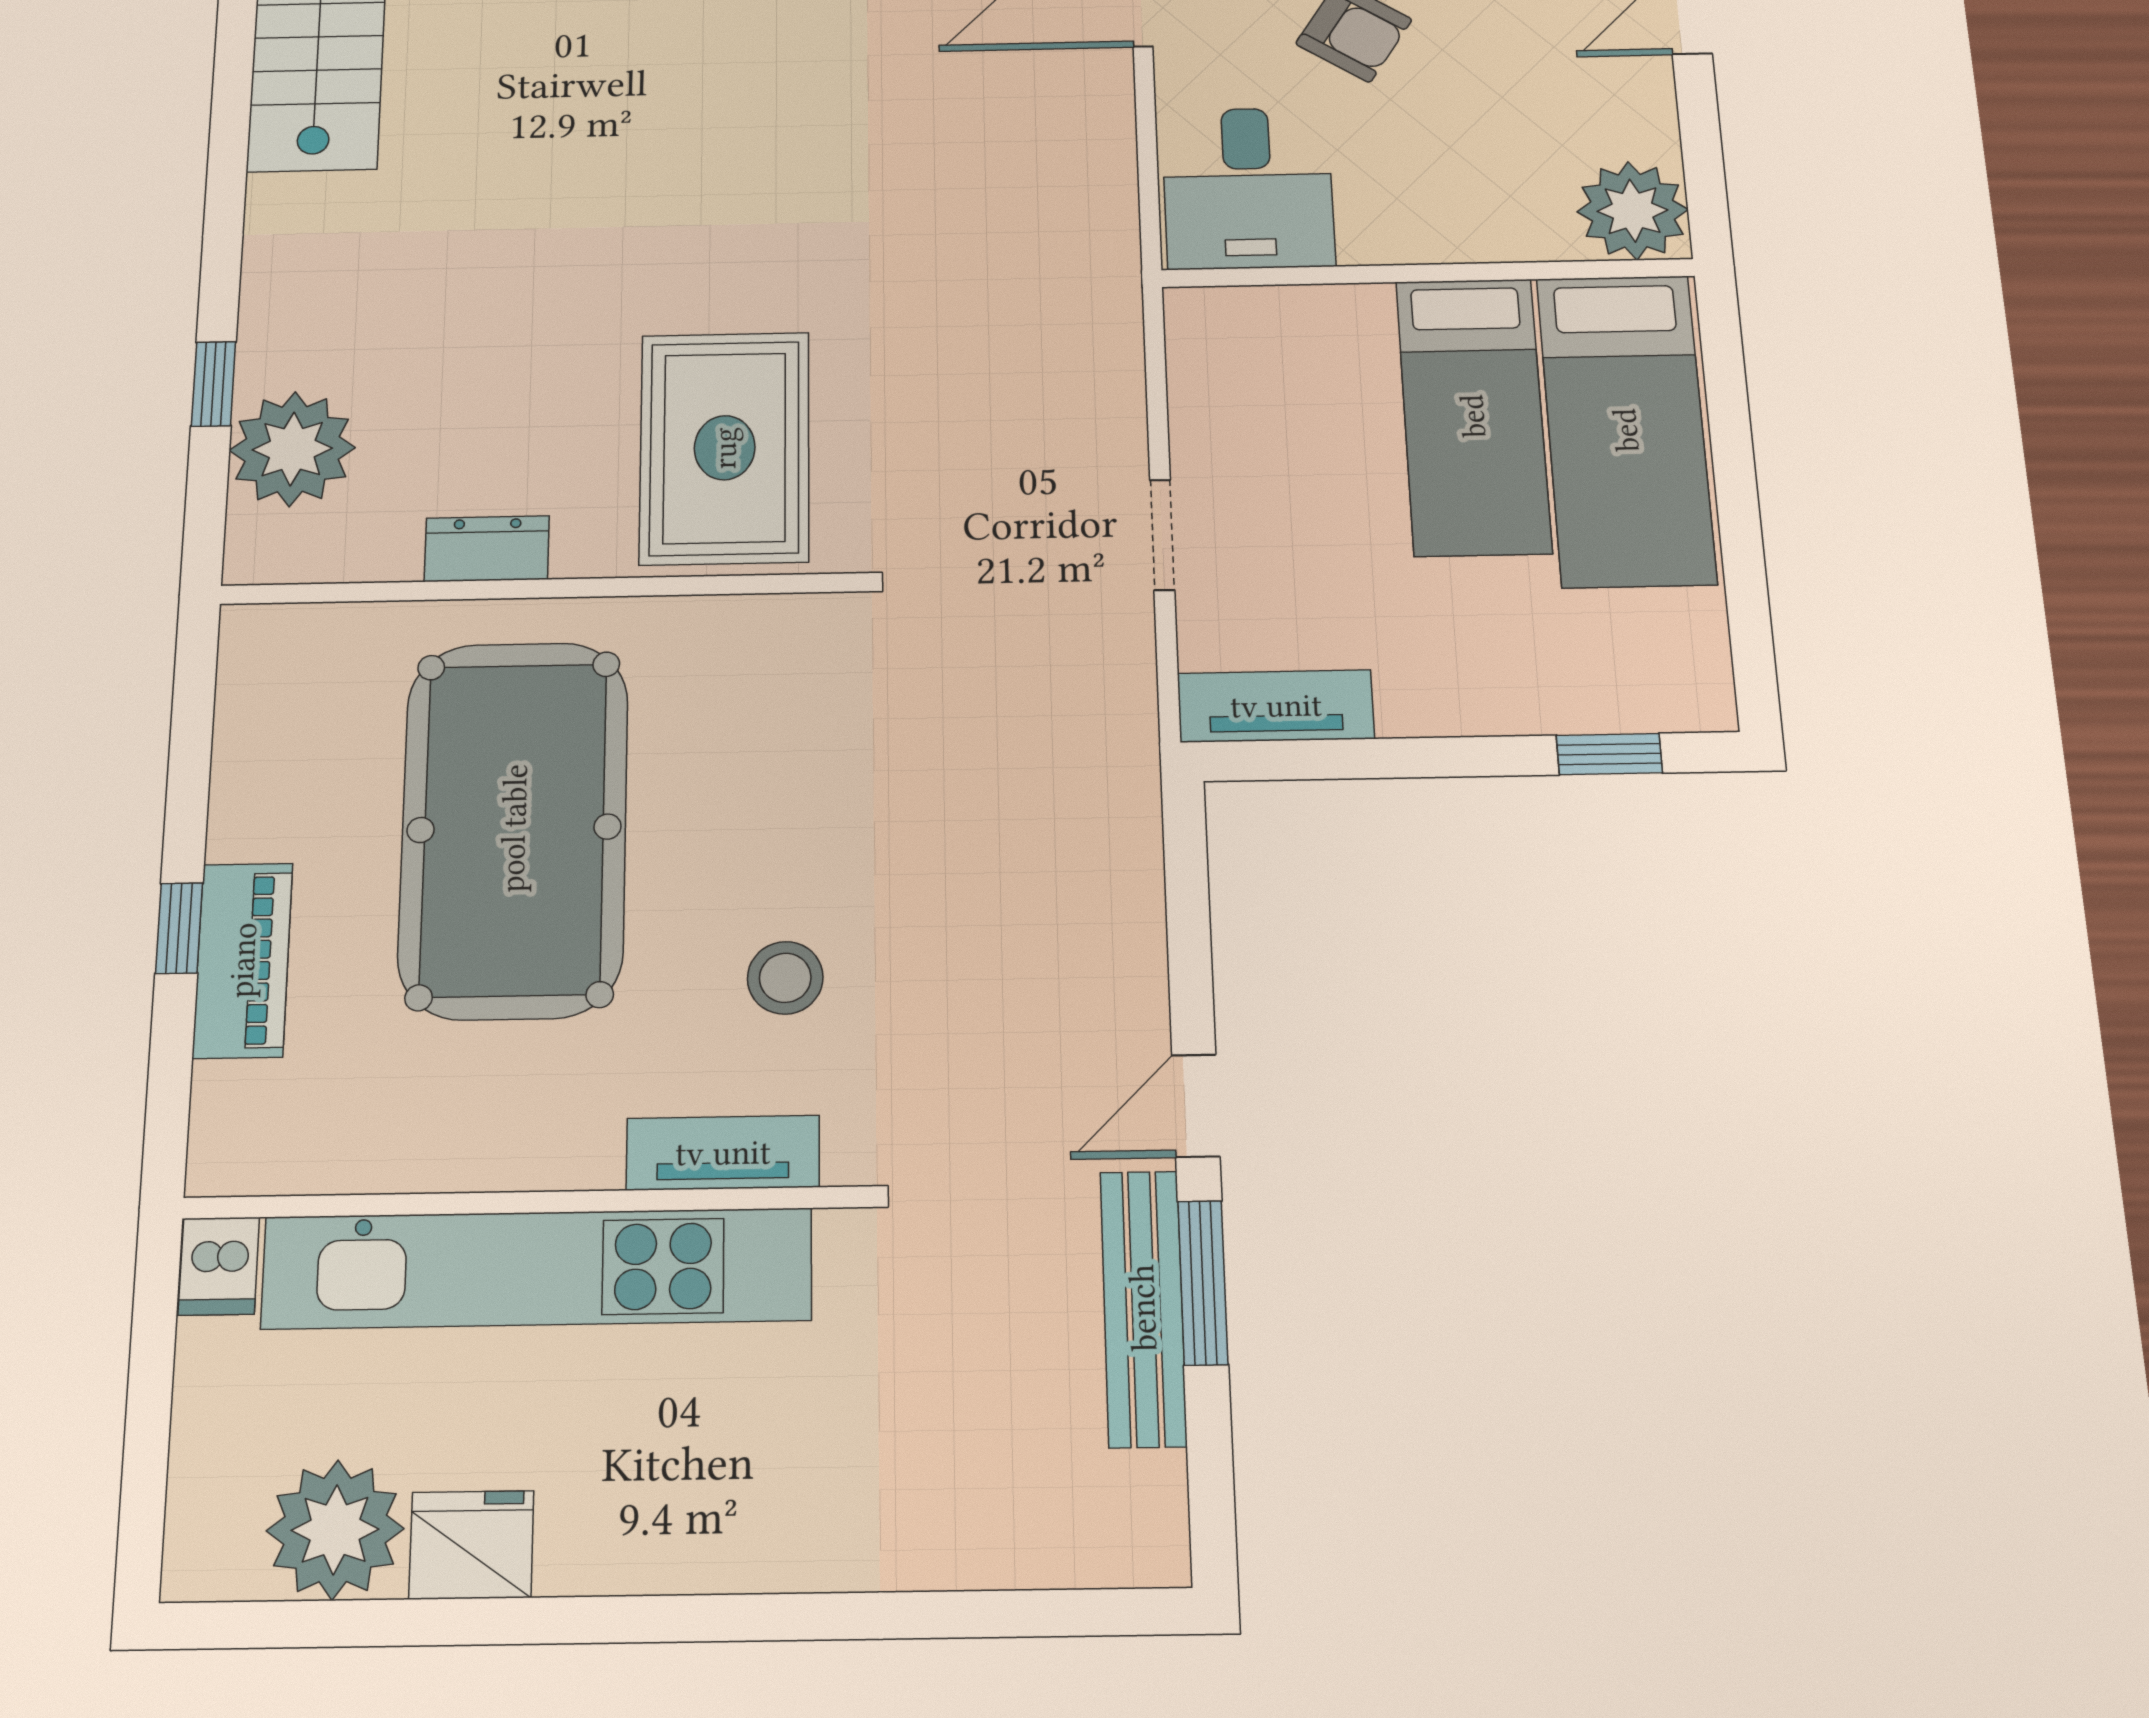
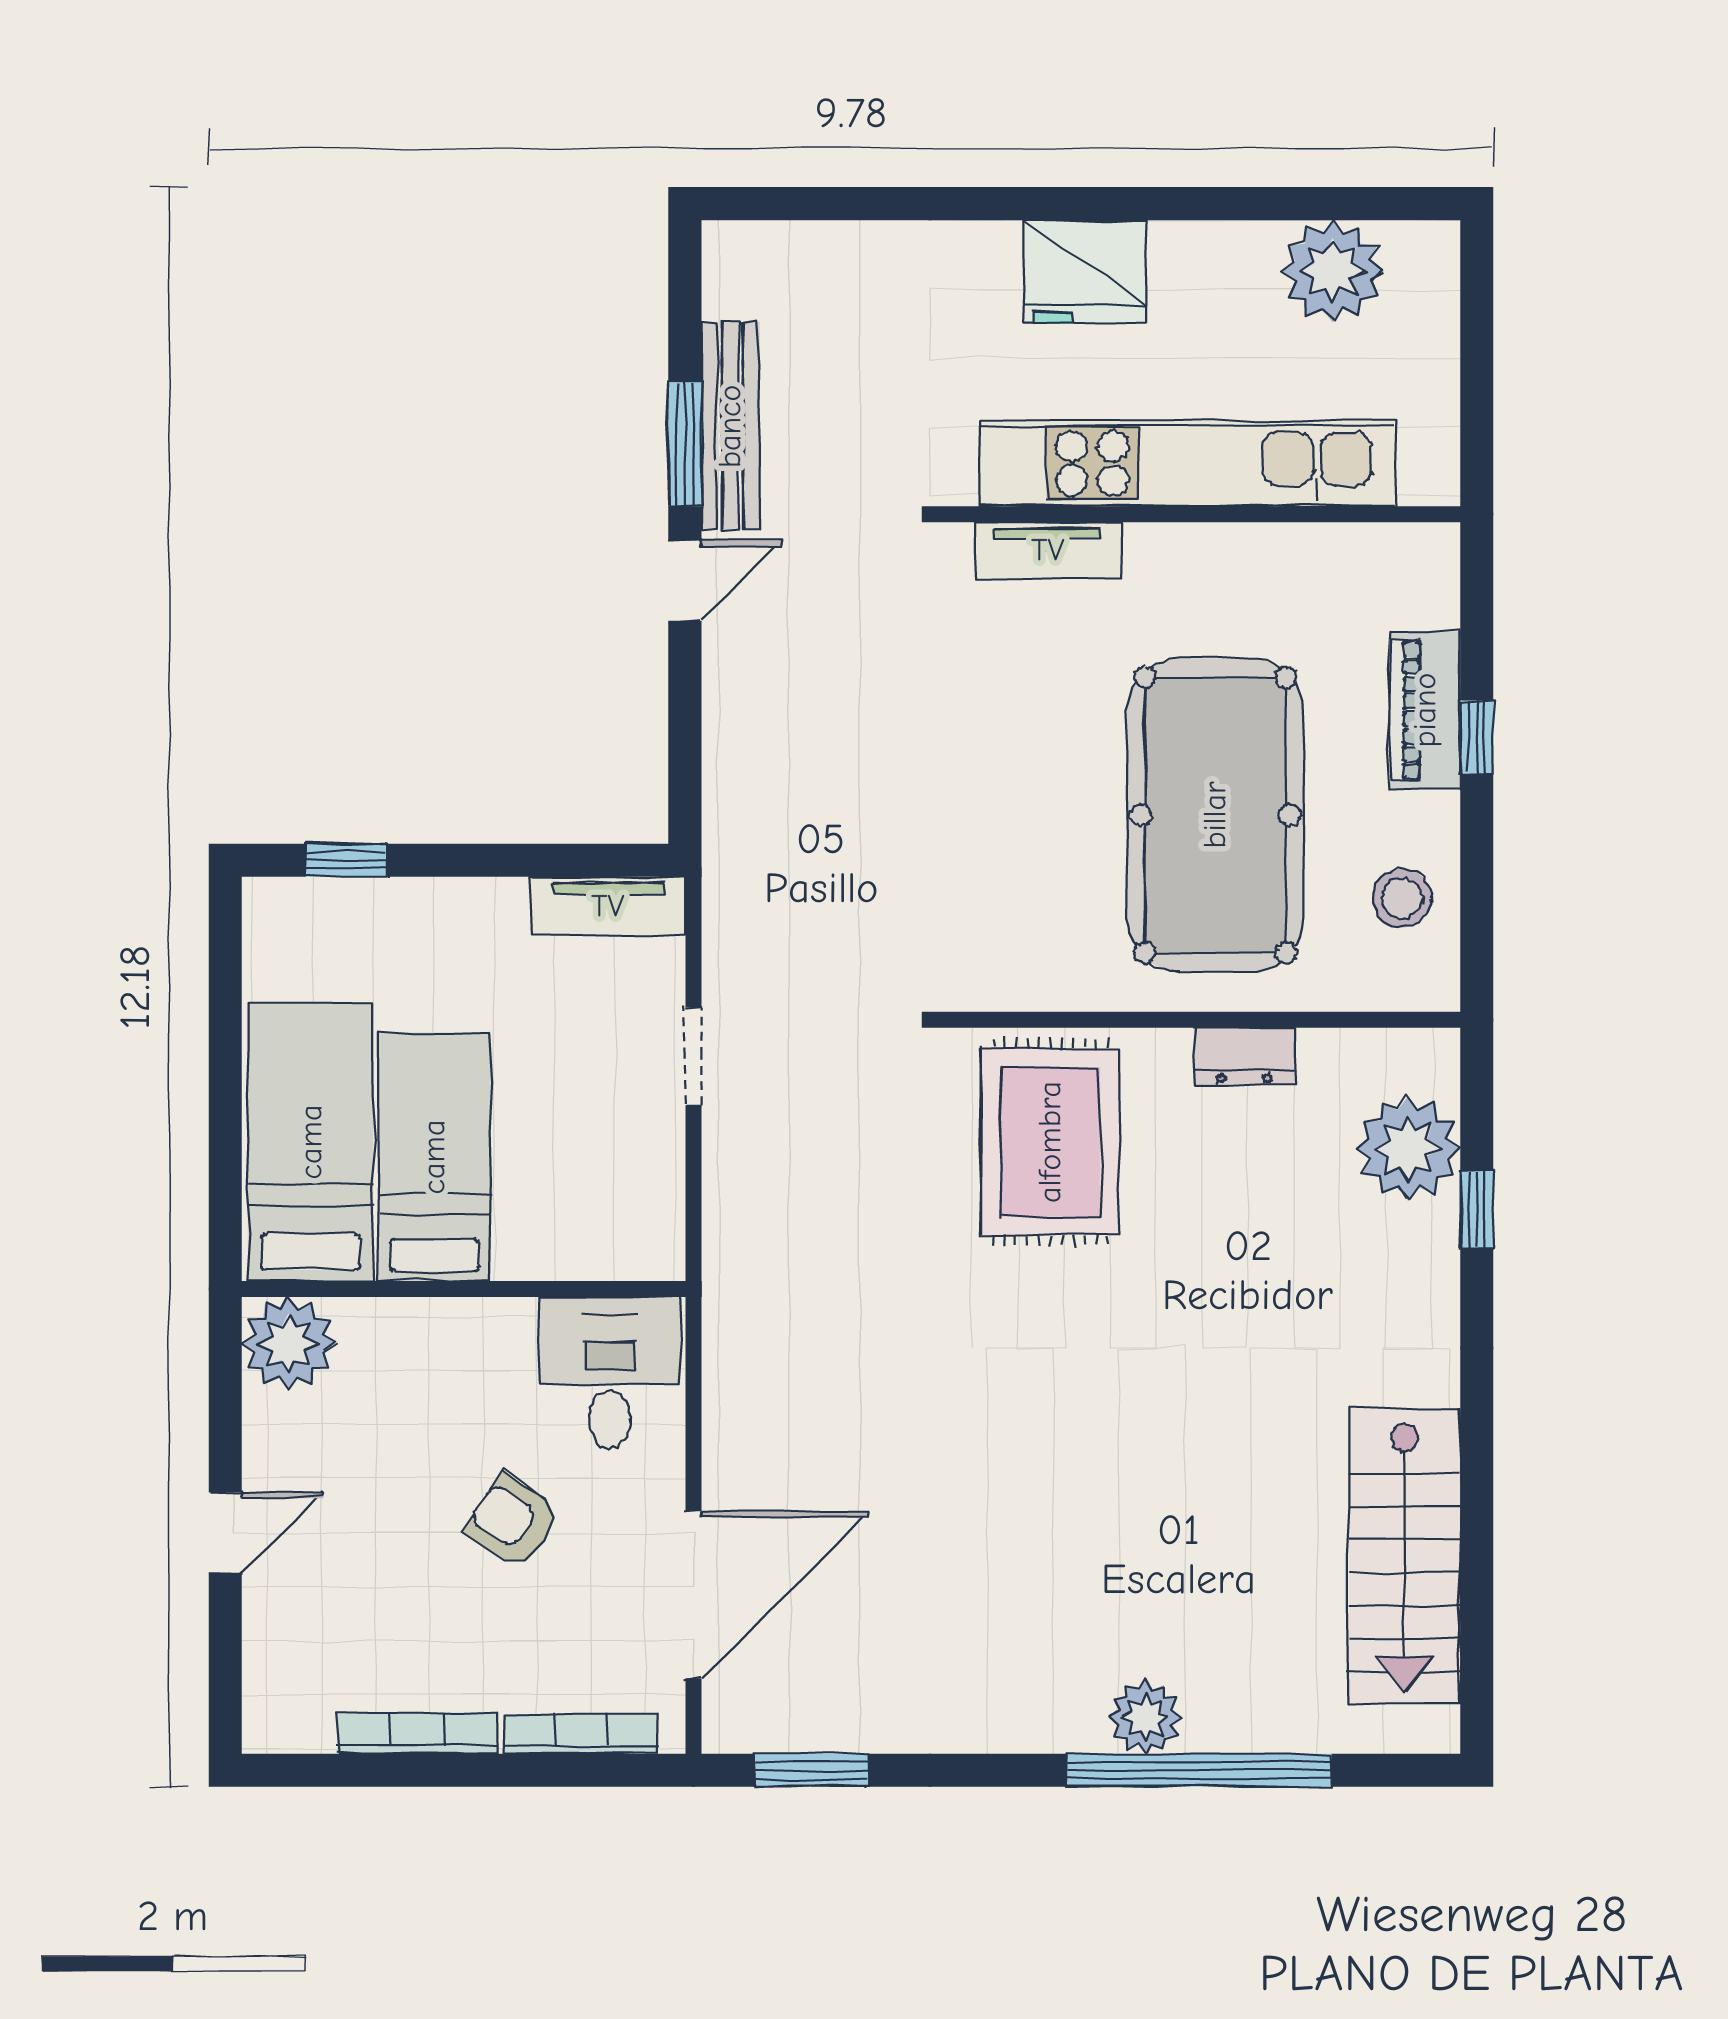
stool: (785, 978) -> (1402, 898), moved
dishwasher: (219, 1266) -> (1430, 469), removed
fridge: (471, 1545) -> (1085, 272), moved, width x1.36, depth x1.34

